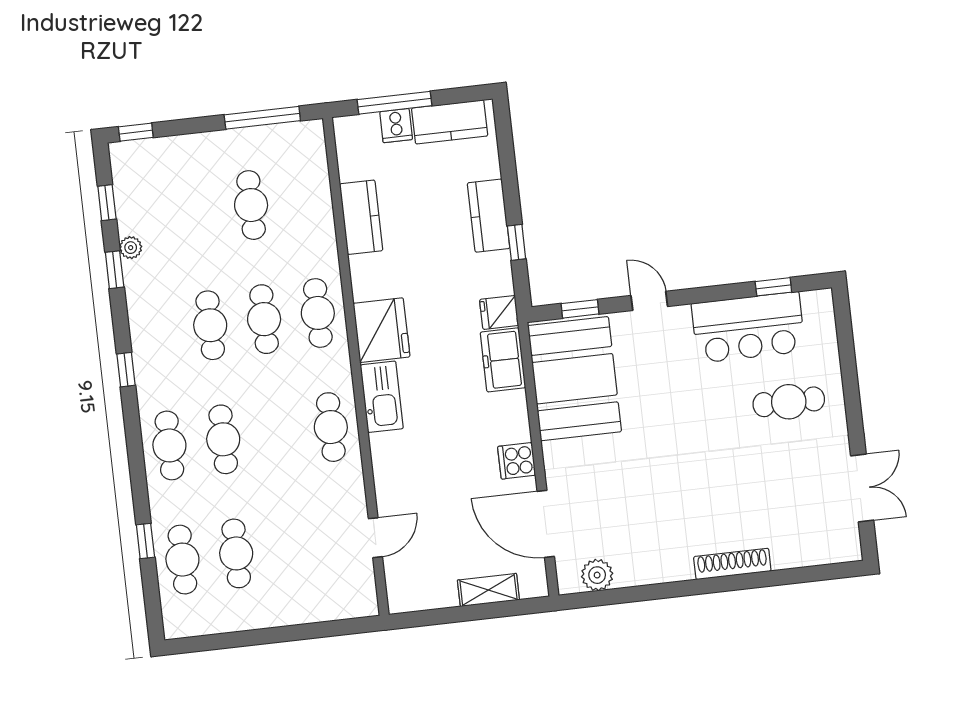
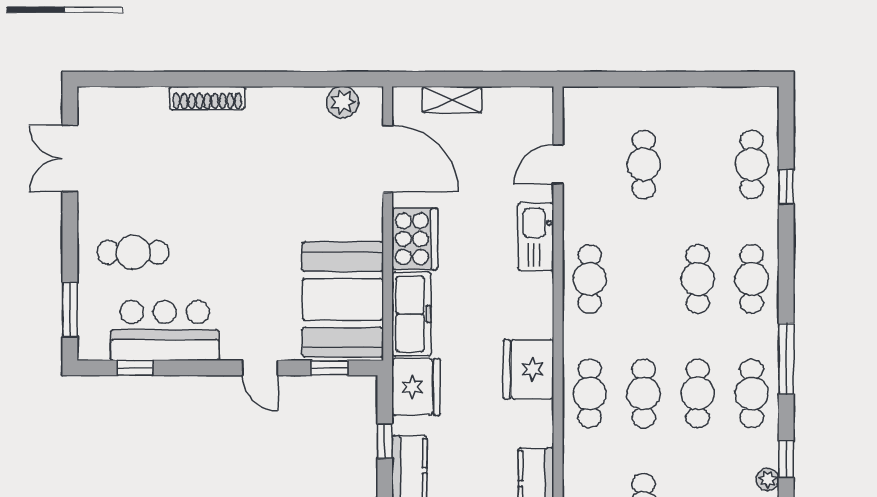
fridge: (499, 312) -> (416, 387), width x1.88, depth x1.34
cafe table: (156, 331) -> (752, 393), added
window: (845, 337) -> (70, 310), added
freezer: (503, 360) -> (412, 314), width x1.40
window: (126, 370) -> (786, 359), width x2.17
kitchen sink: (382, 397) -> (536, 237), moved
cooker: (517, 461) -> (415, 239), width x1.87, depth x1.31
cafe table: (236, 553) -> (644, 164), moved

